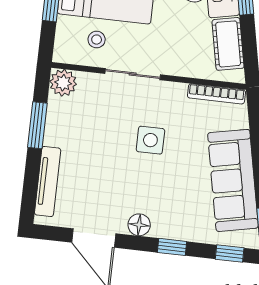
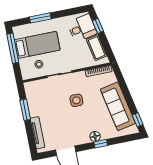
plant: (63, 83) -> (30, 88), removed
floor lamp: (139, 225) -> (95, 136), moved
window: (230, 253) -> (127, 138), removed

